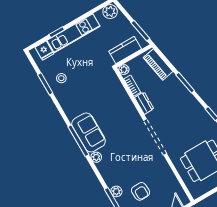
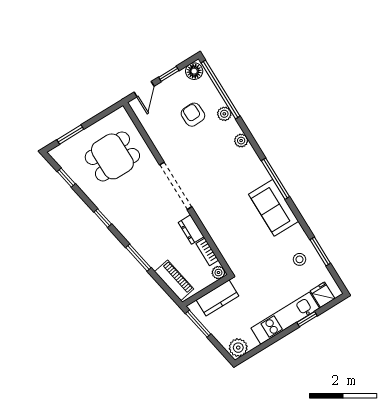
sofa: (89, 132) -> (274, 208), moved
plant: (96, 157) -> (241, 141), moved

